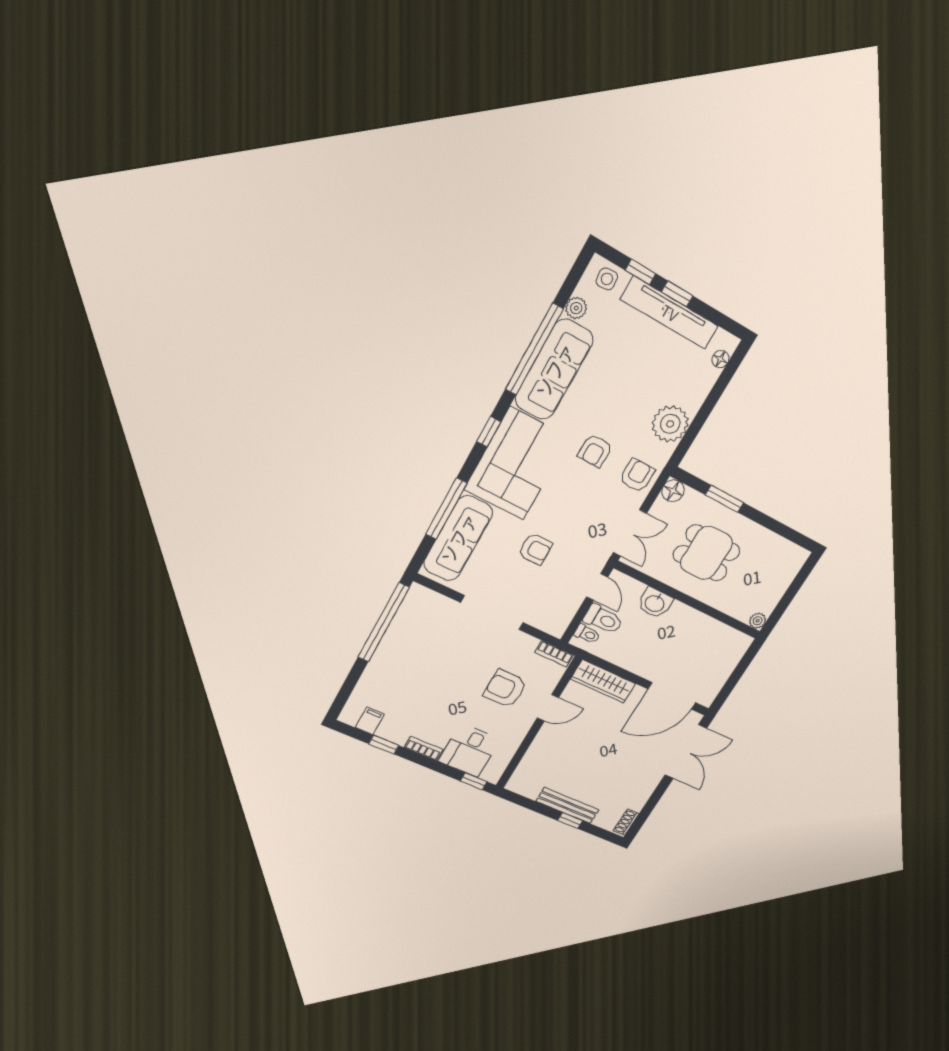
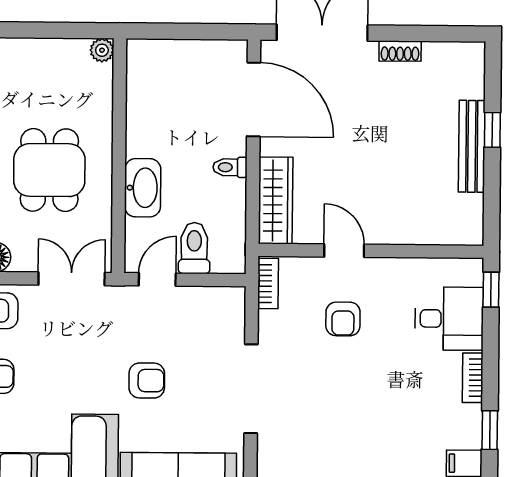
armchair: (535, 549) -> (147, 381), turned 90
washbasin: (655, 603) -> (143, 188), width x1.38
toilet: (587, 634) -> (230, 167), moved, turned -90
armchair: (505, 689) -> (343, 319), width x0.72, depth x0.72
shoe rack: (626, 822) -> (400, 51), moved

